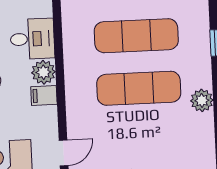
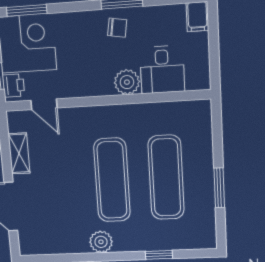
filing cabinet: (44, 96) -> (102, 83), removed

